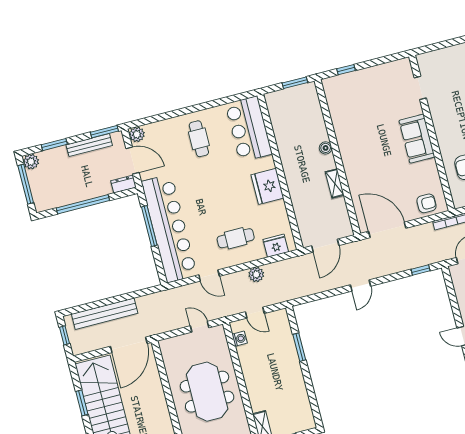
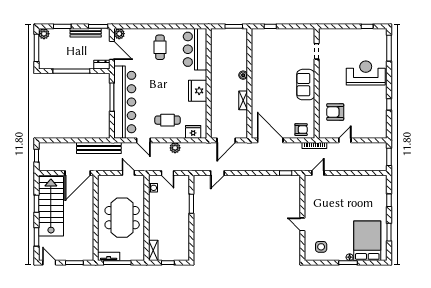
door: (361, 285) -> (217, 173), moved
bench: (105, 314) -> (99, 148), moved

